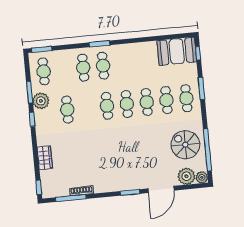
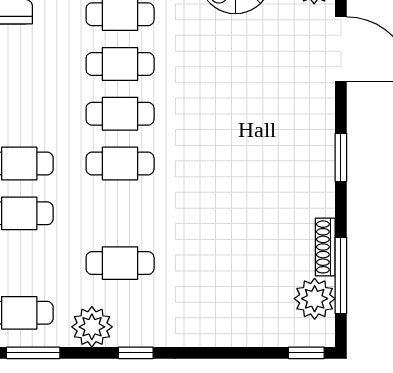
window: (30, 92) -> (33, 353), moved
wardrobe: (45, 158) -> (234, 331), removed
plant: (61, 189) -> (315, 299), added
window: (130, 192) -> (341, 157), moved

